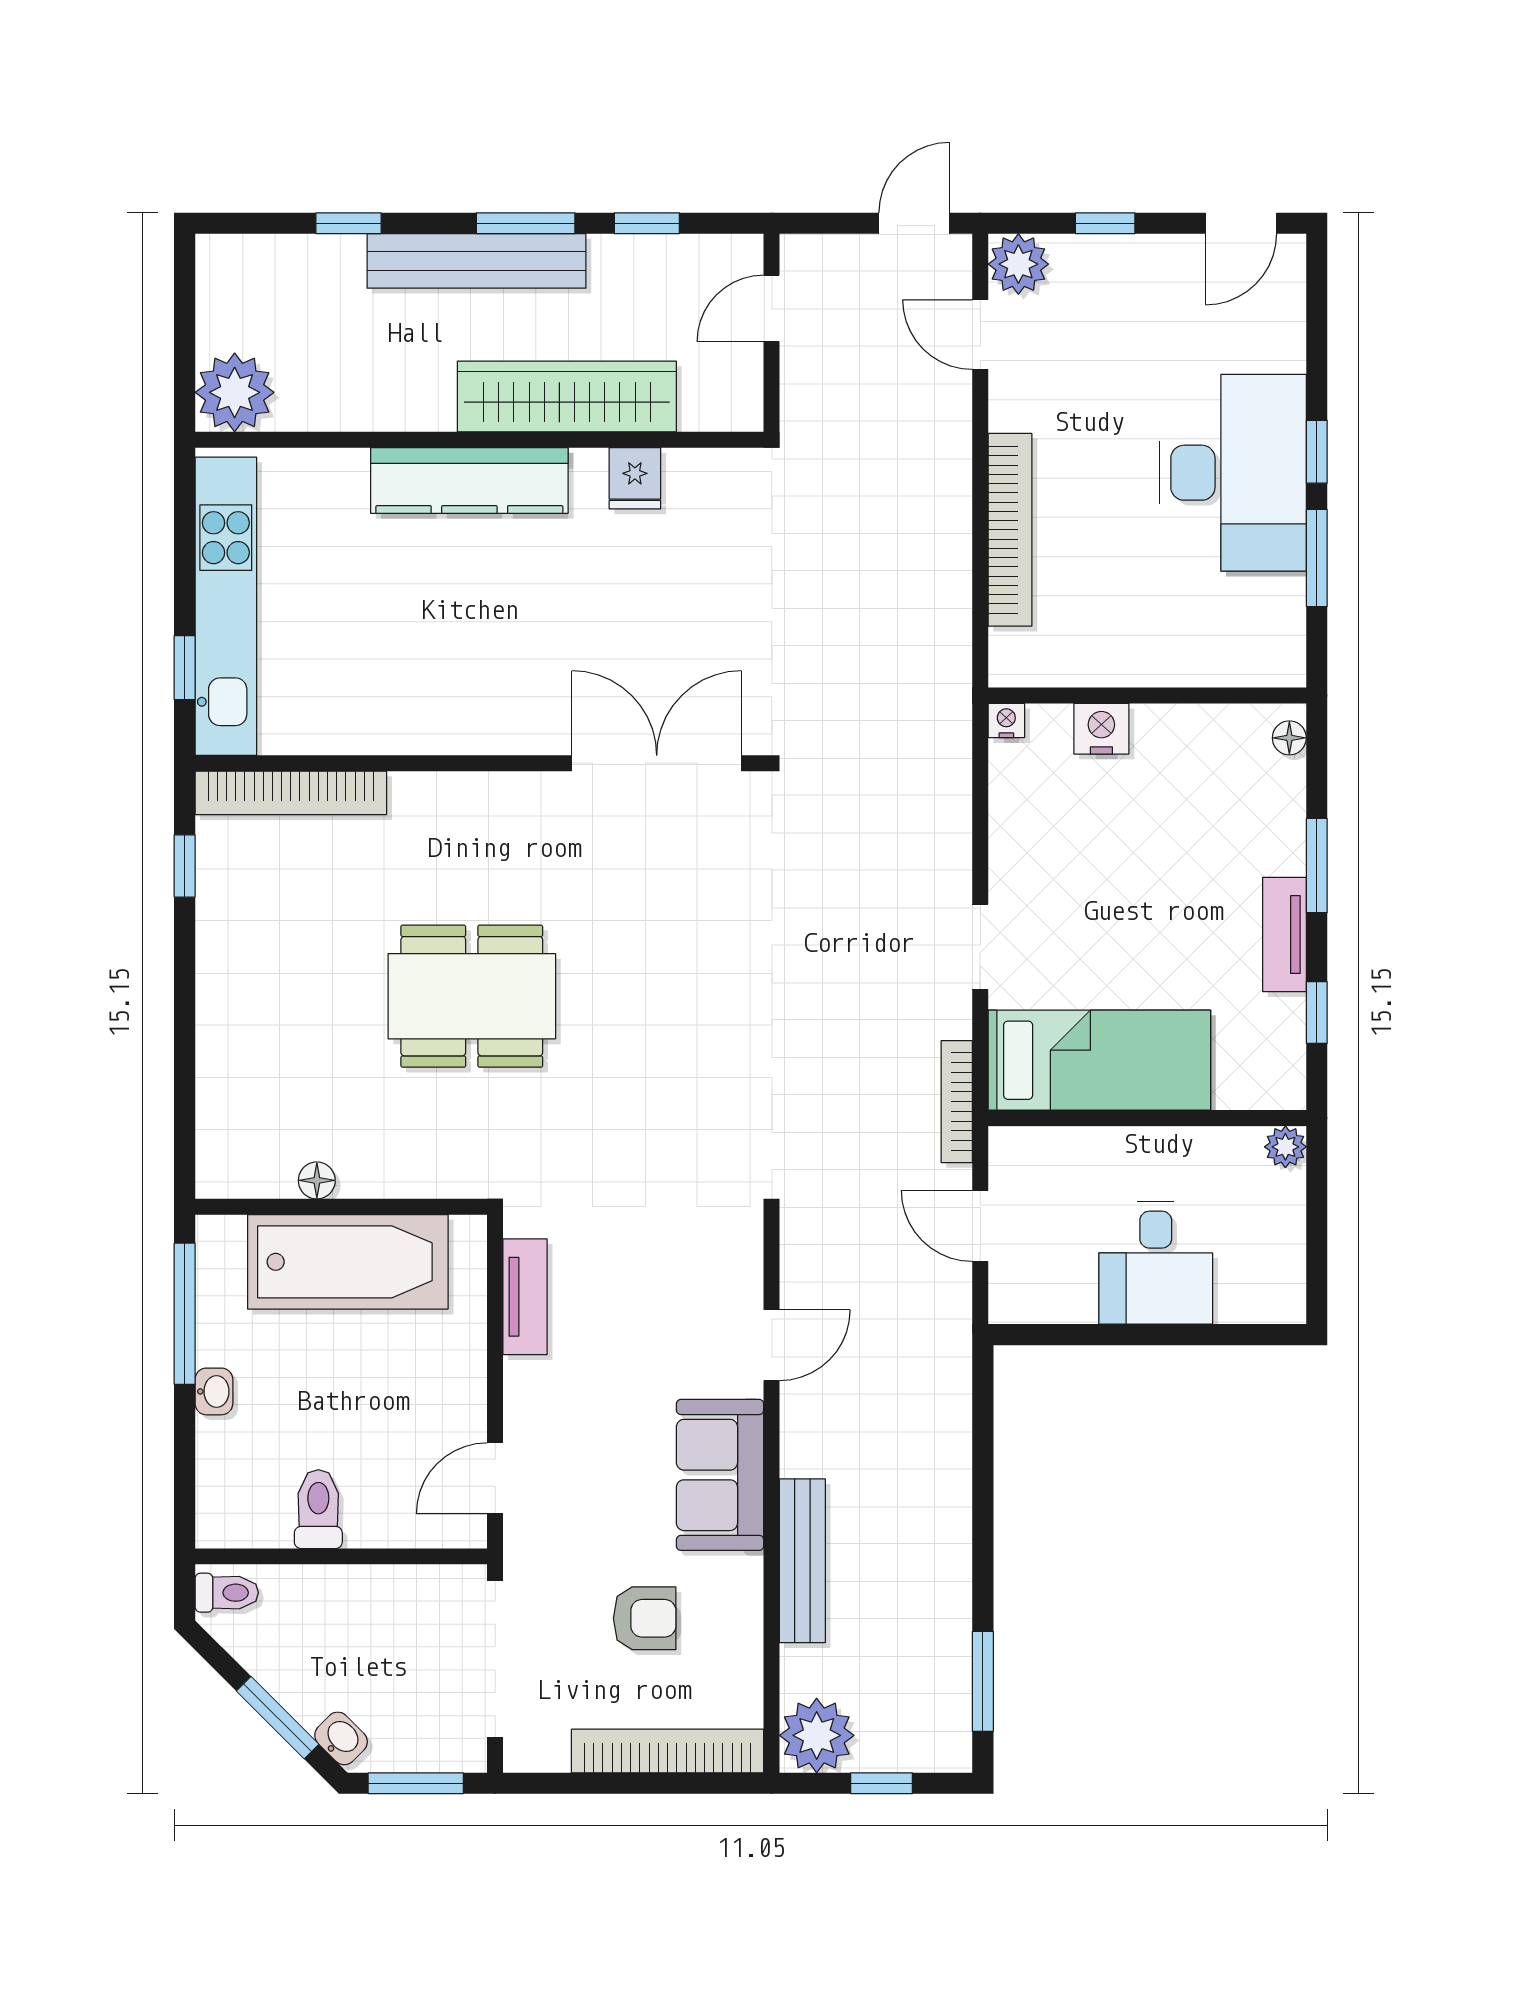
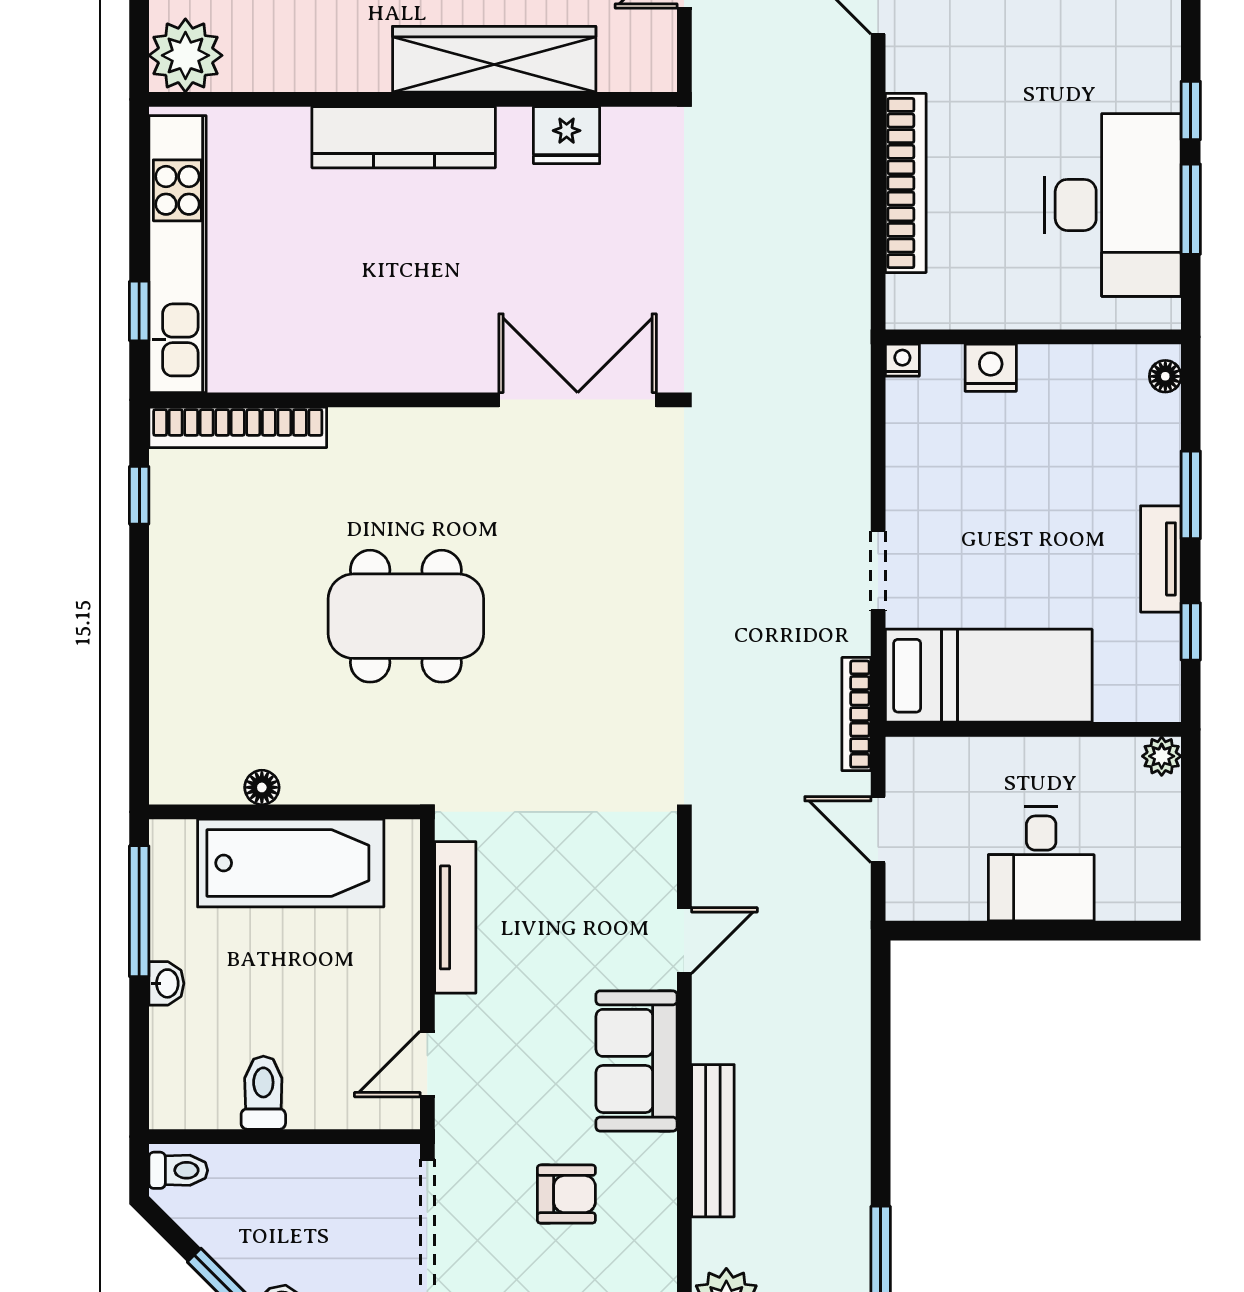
desk: (1233, 473) -> (1113, 205), moved
fridge: (635, 478) -> (567, 135), width x1.38
tv unit: (525, 1297) -> (455, 917), width x1.41

